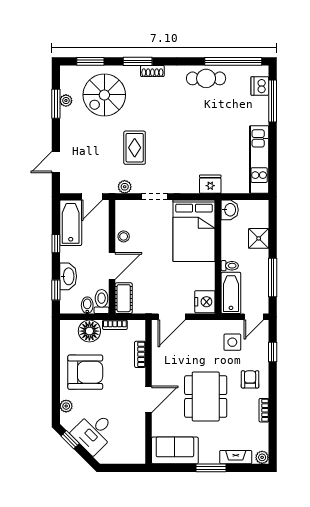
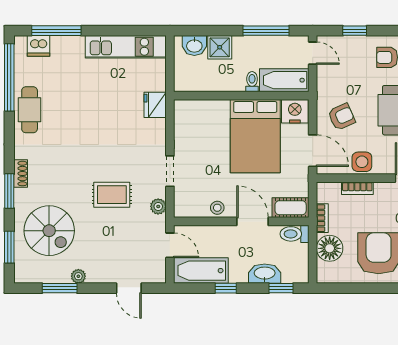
plant: (66, 101) -> (78, 276), moved
washbasin: (230, 210) -> (194, 45), moved, turned 180
bed: (194, 231) -> (255, 136), moved, turned 90
bidet: (87, 305) -> (299, 251), removed
armchair: (200, 341) -> (342, 117), added
side table: (232, 342) -> (362, 162), moved

